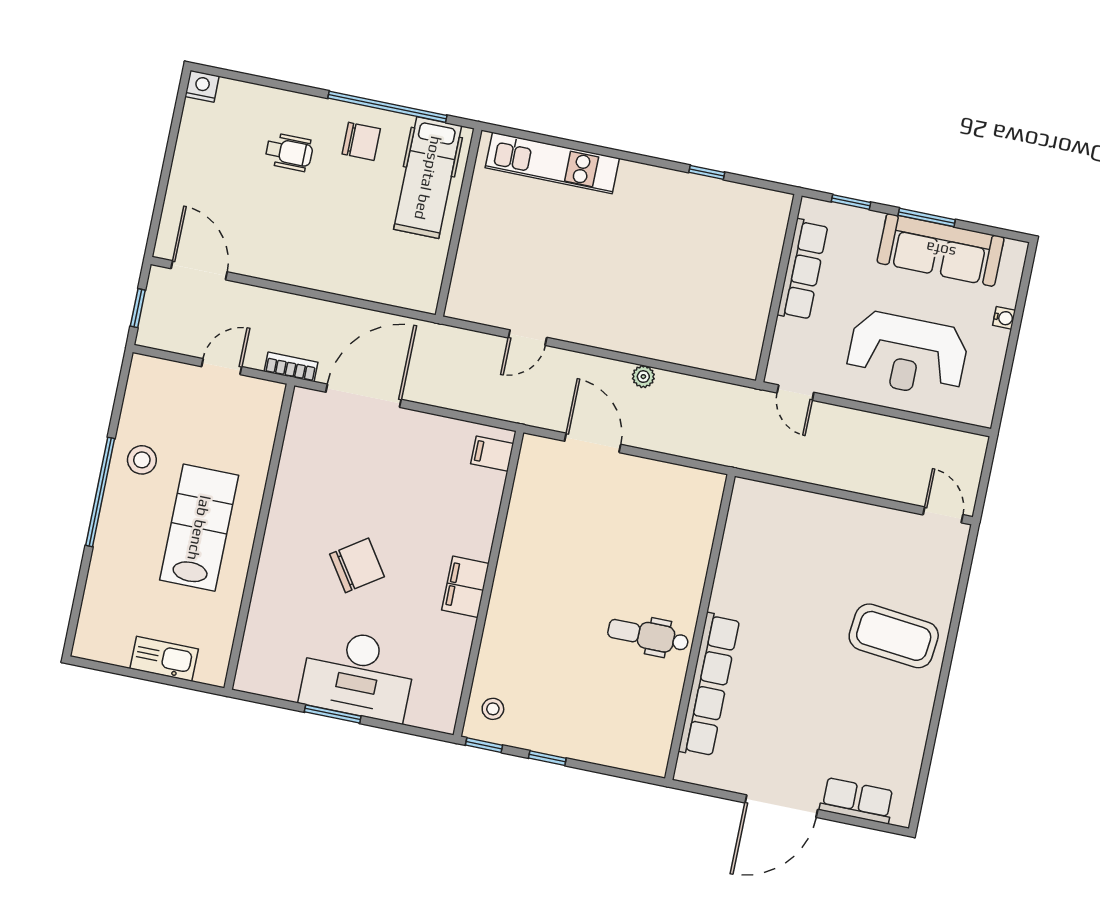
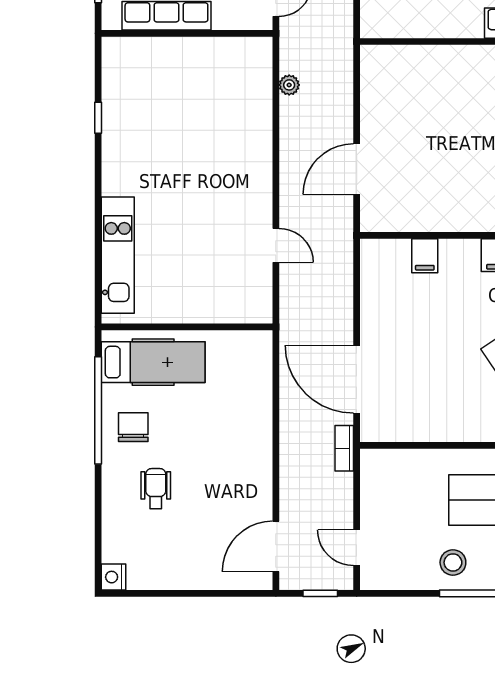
door: (222, 367) -> (357, 548), moved
plant: (643, 377) -> (289, 85), moved
filing cabinet: (492, 454) -> (425, 256), moved

